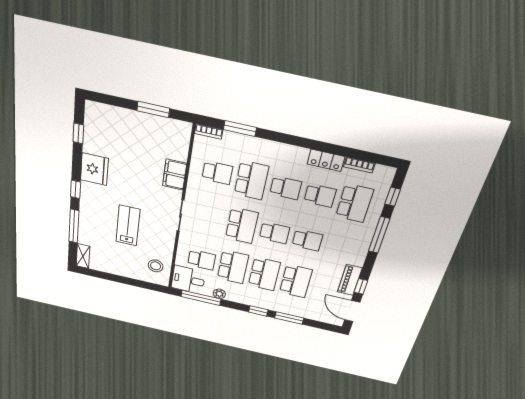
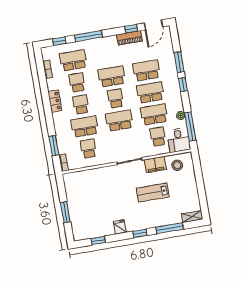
window: (153, 110) -> (65, 212), moved
locker: (326, 160) -> (55, 101), moved
fridge: (94, 169) -> (120, 227), width x0.53, depth x0.75
filing cabinet: (175, 175) -> (155, 165), moved
school desk: (307, 240) -> (112, 76), width x1.85

